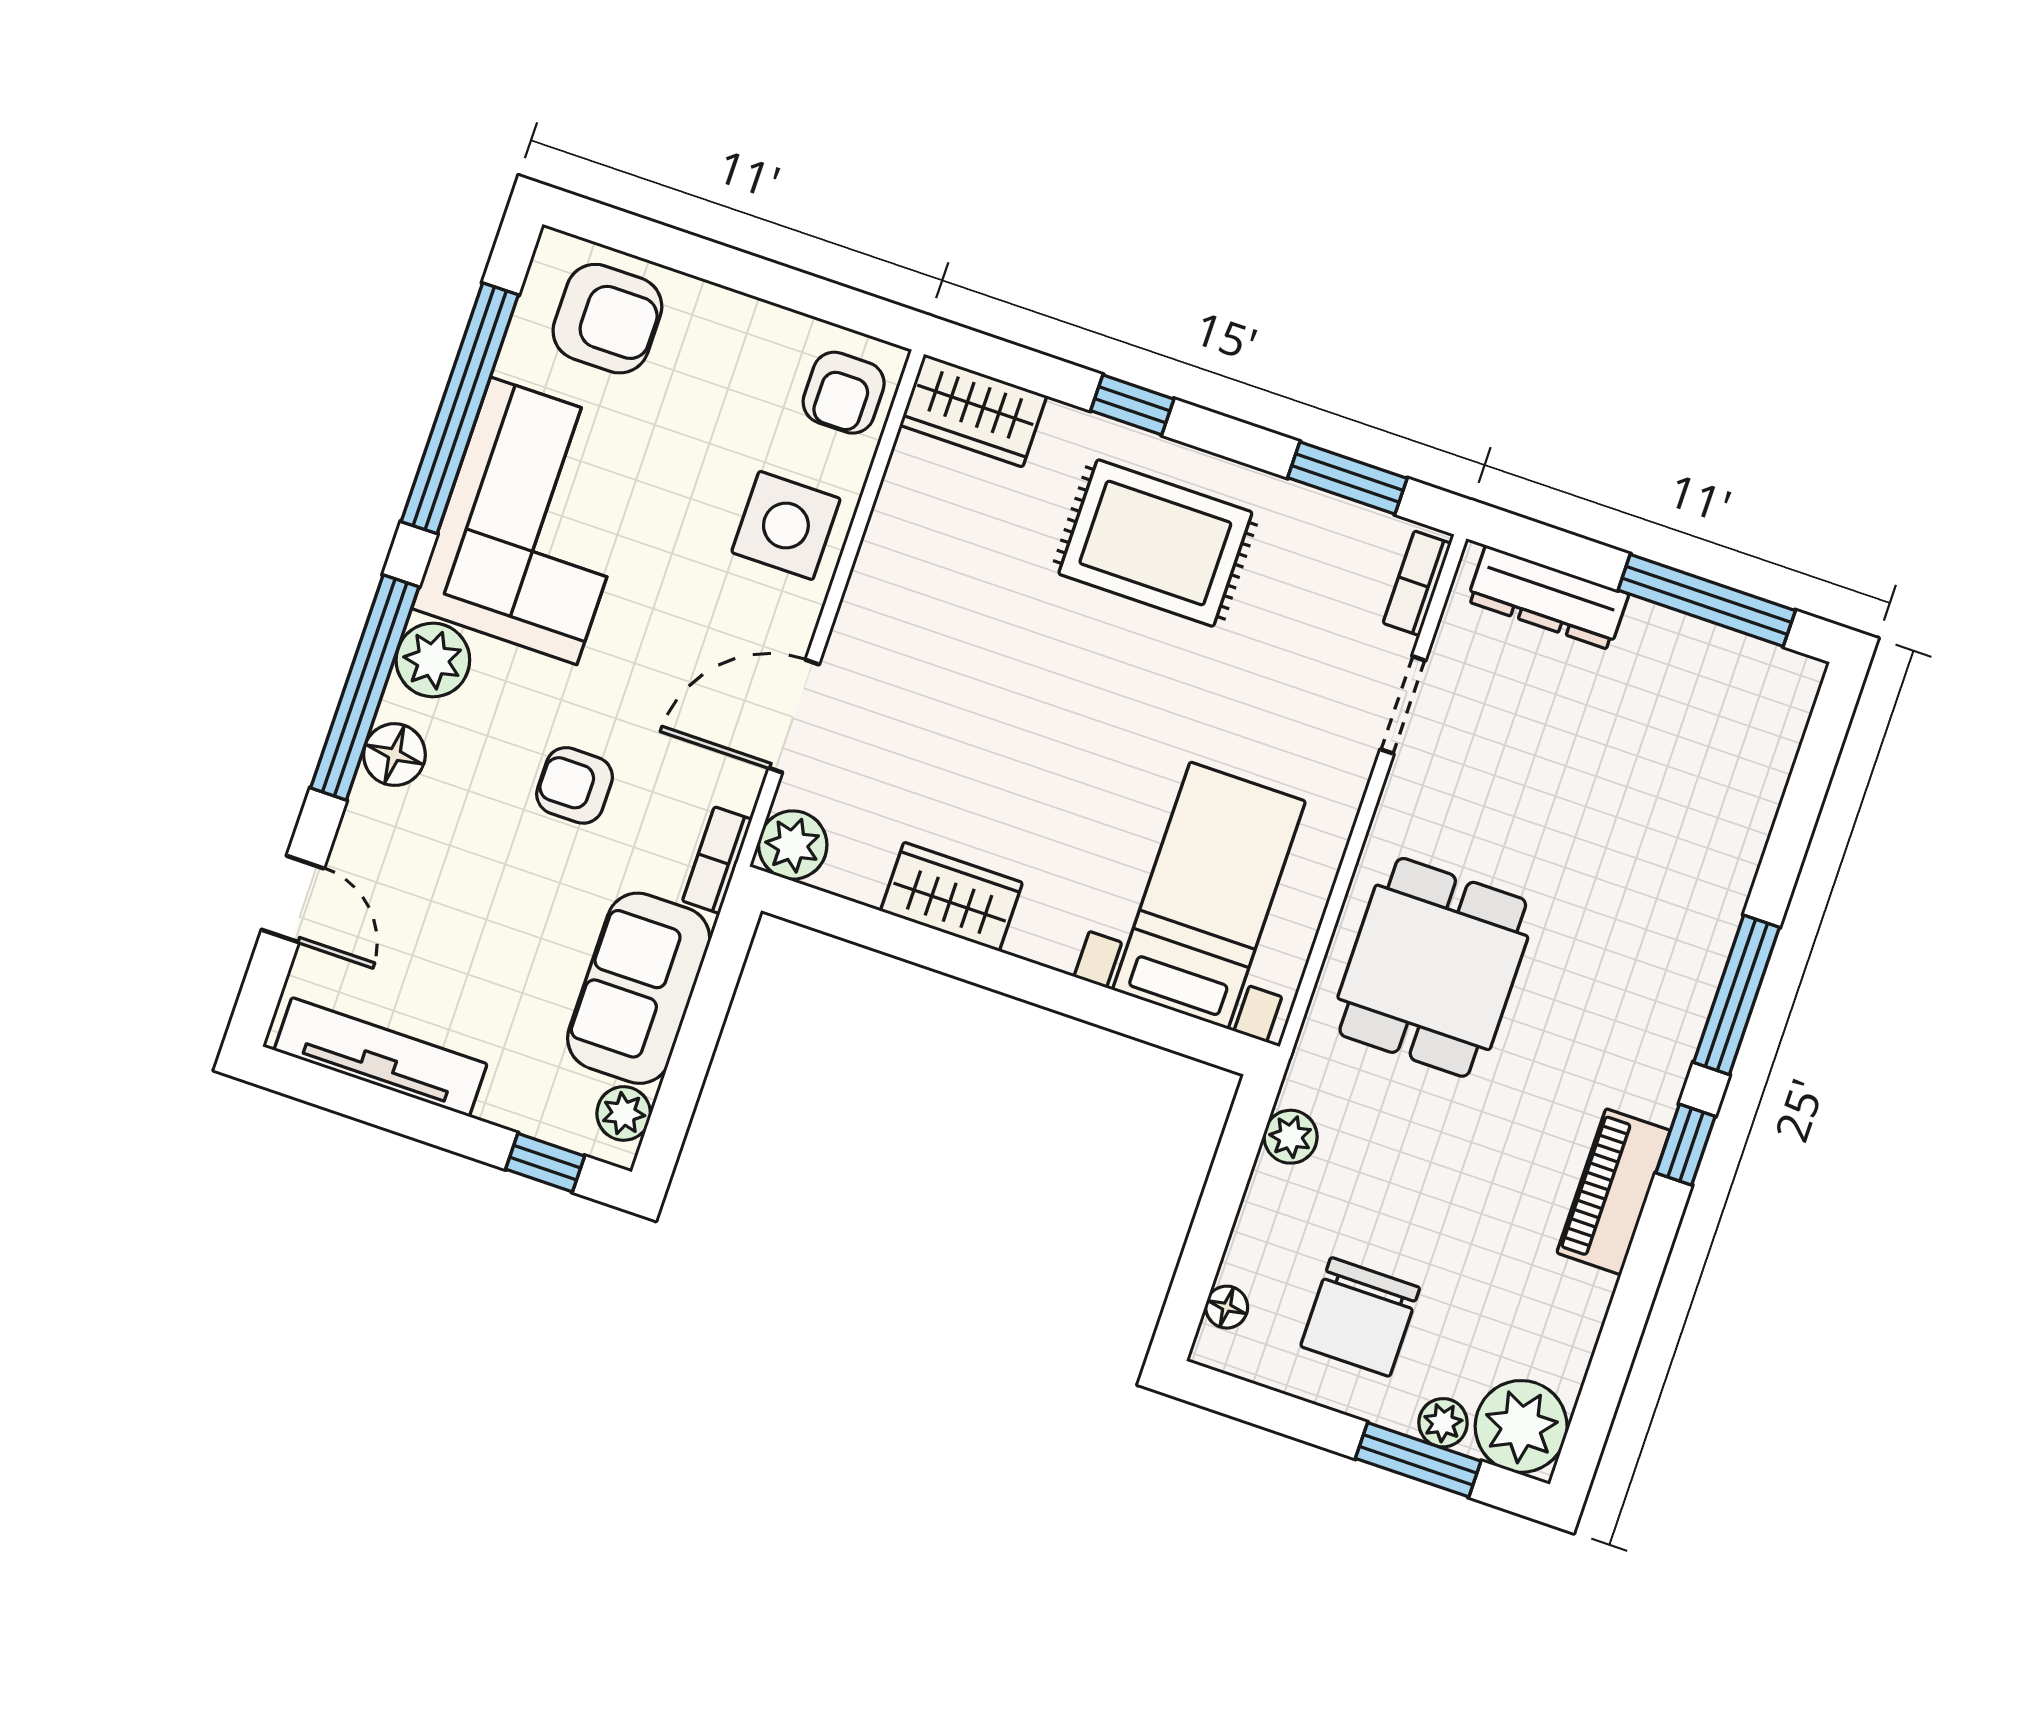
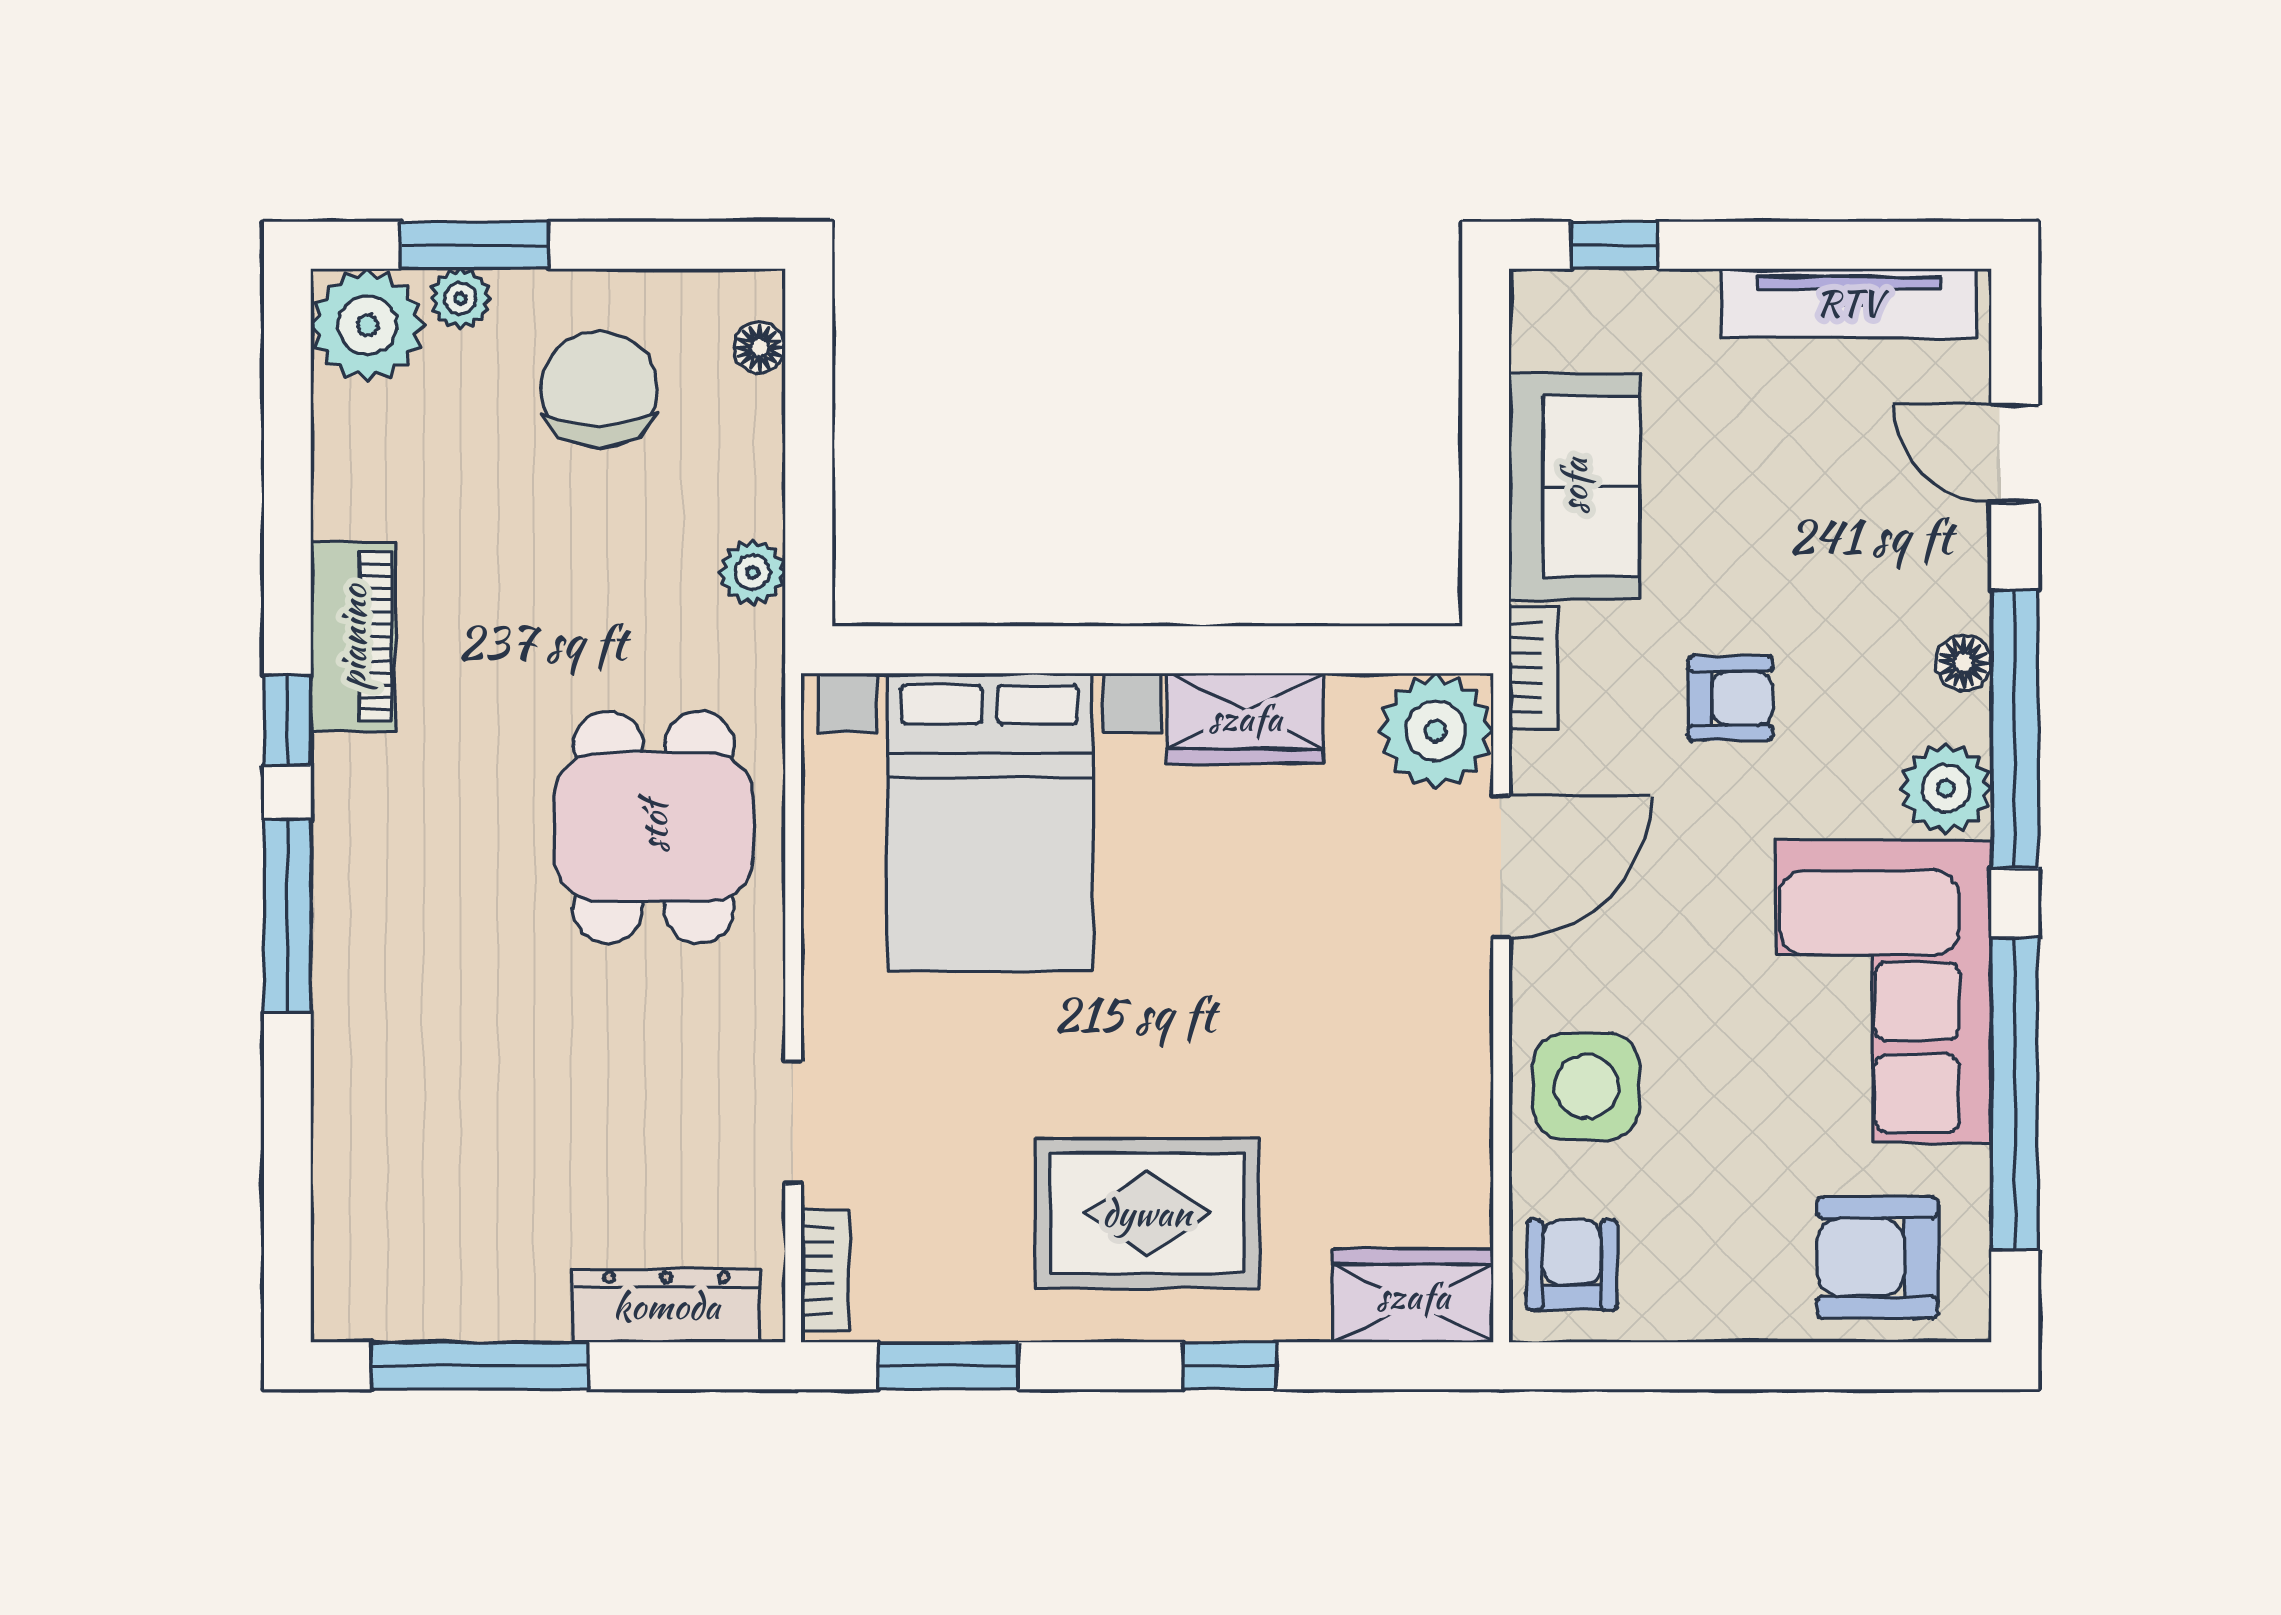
floor lamp: (394, 755) -> (1964, 663), width x0.73, depth x0.73
plant: (793, 845) -> (1436, 731), width x1.36, depth x1.36
bed with nightstands: (1209, 895) -> (990, 822), width x1.36
plant: (624, 1113) -> (1542, 334), removed

